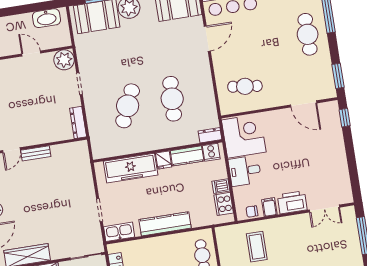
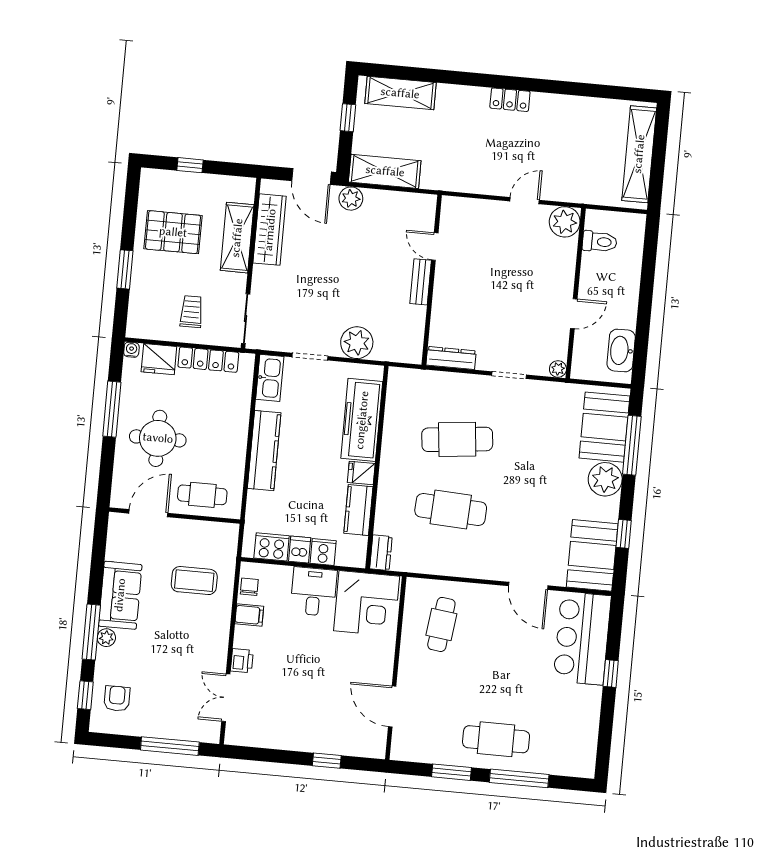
plant: (64, 60) -> (558, 369), width x0.53, depth x0.53
window: (338, 76) -> (452, 772), moved
door: (304, 104) -> (392, 706), hinge flipped
cafe table: (128, 106) -> (457, 439), turned -30
window: (345, 118) -> (327, 761), moved
cooker: (211, 152) -> (323, 552), moved, turned 90
plant: (83, 183) -> (357, 343), added
printer: (292, 202) -> (242, 661), width x0.53, depth x0.68

